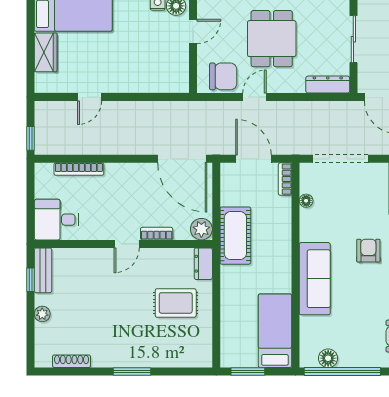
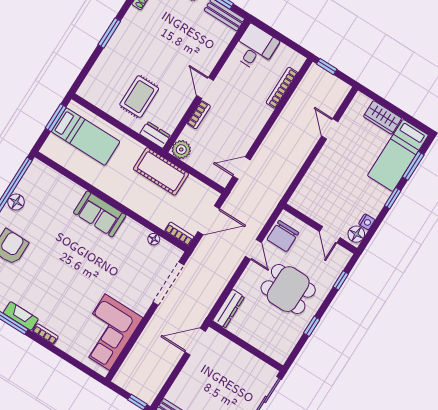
sliding door: (353, 39) -> (250, 348), removed
door: (182, 159) -> (242, 168), width x0.53
armchair: (368, 251) -> (88, 262), removed
sofa: (315, 279) -> (100, 214), width x0.73
bed: (275, 331) -> (86, 137), moved
floor lamp: (328, 358) -> (16, 202), moved

